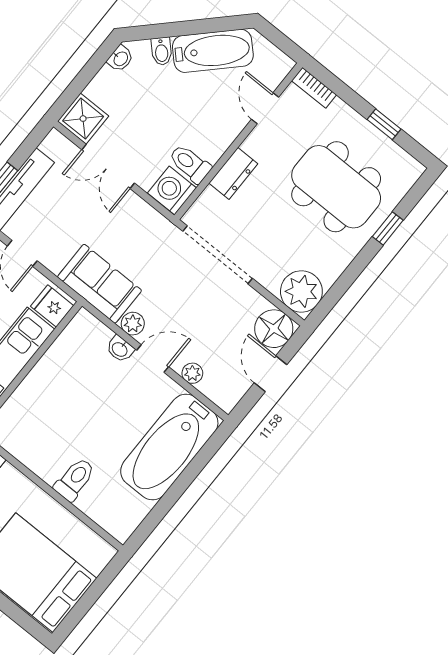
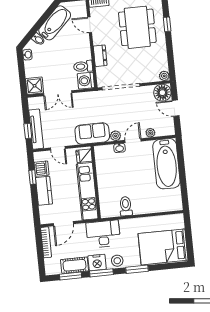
dining table: (336, 187) -> (137, 27), turned 90
plant: (301, 291) -> (164, 76), width x0.53, depth x0.53
toilet: (75, 479) -> (126, 206), moved

